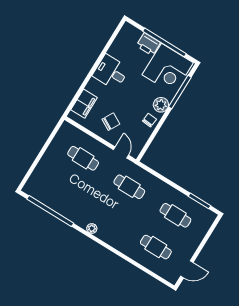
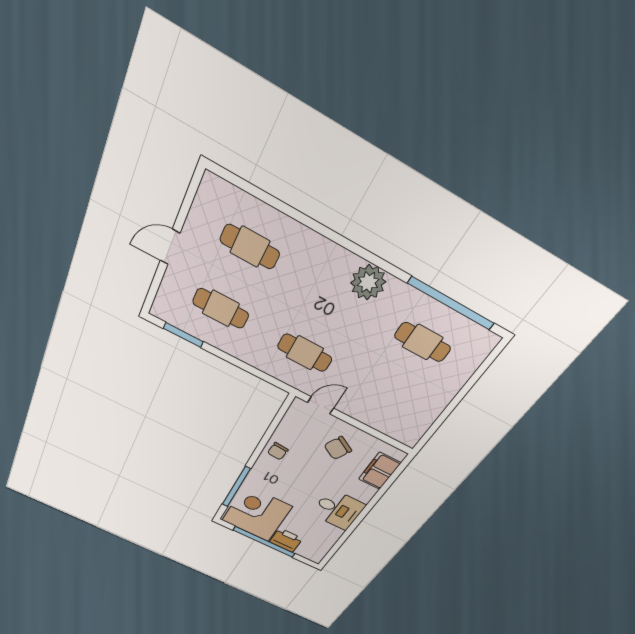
plant: (161, 105) -> (262, 471), removed
door: (121, 152) -> (321, 405), swing flipped
cafe table: (83, 158) -> (423, 342), moved
plant: (92, 229) -> (368, 282), width x1.88, depth x1.88
door: (187, 269) -> (170, 247), moved

